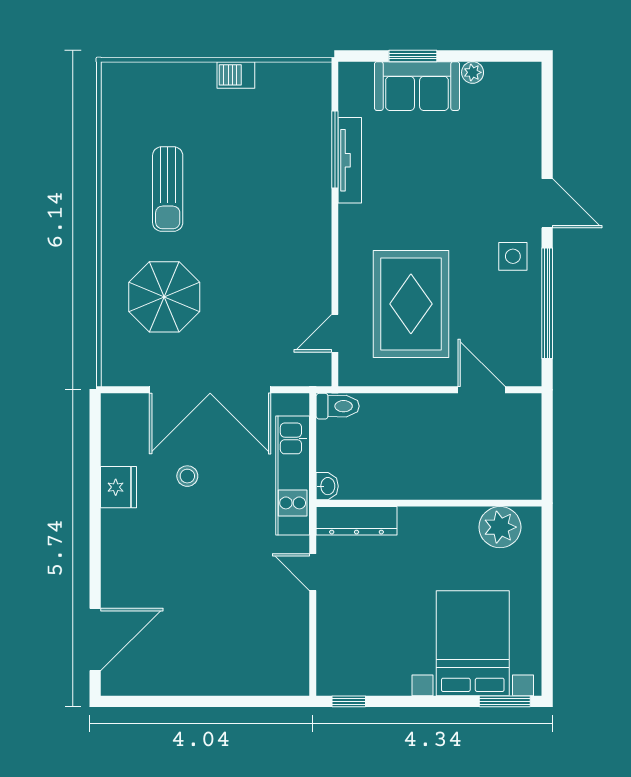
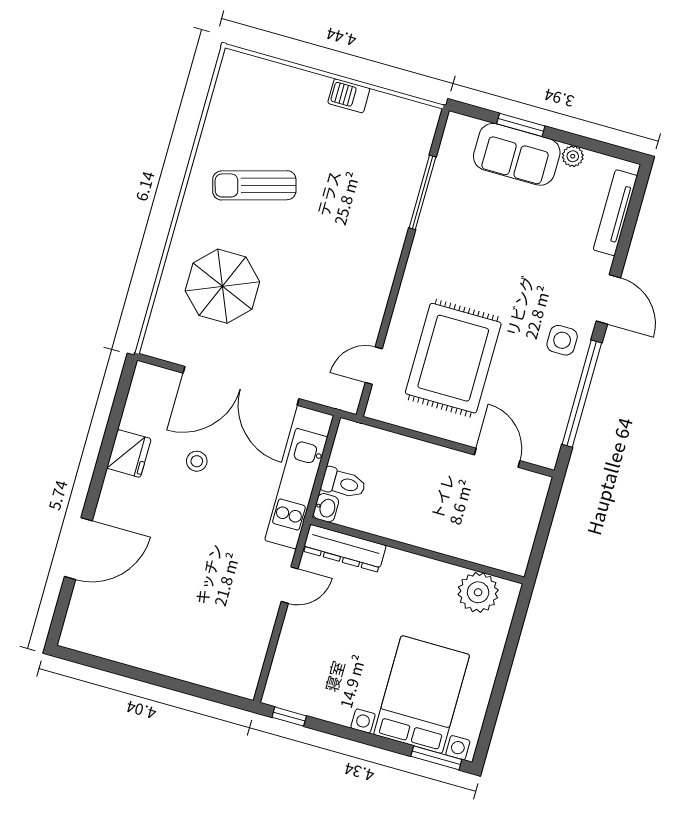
tv unit: (350, 160) -> (615, 213), moved, turned 180
sun lounger: (168, 189) -> (254, 185), turned 74
toilet: (338, 406) -> (343, 483), moved
door: (313, 572) -> (290, 585), swing flipped
door: (95, 639) -> (78, 549), moved

